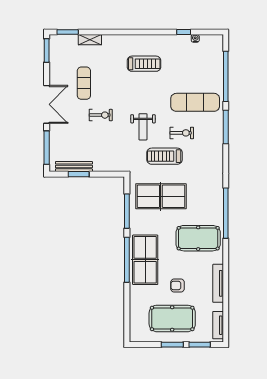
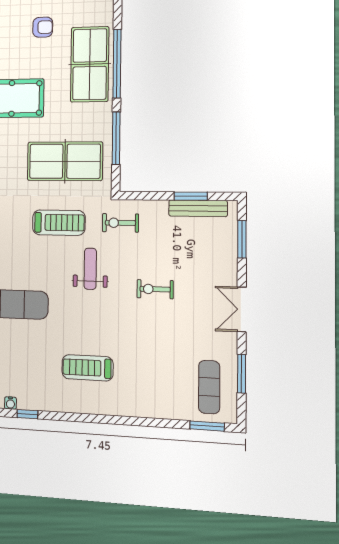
shelving: (90, 40) -> (171, 411), removed
window: (47, 51) -> (242, 374), moved
exercise mat: (84, 83) -> (209, 387), moved
double door: (47, 104) -> (242, 309), width x0.73
exercise bike: (182, 133) -> (120, 223), moved
window: (47, 148) -> (242, 239), width x0.69

